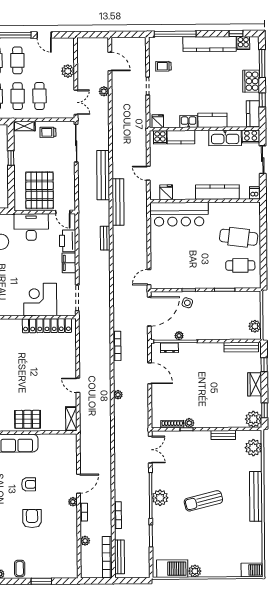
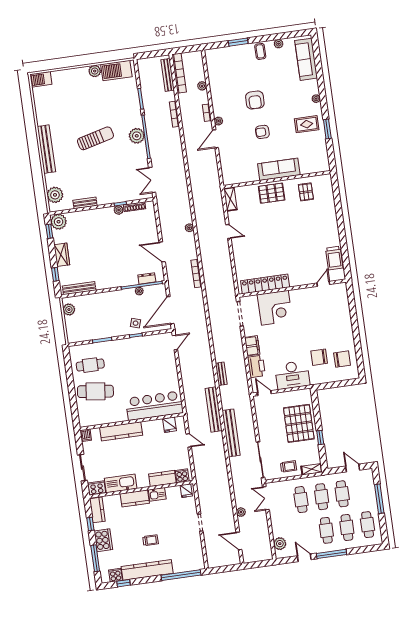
trolley: (163, 66) -> (151, 540), moved
plant: (68, 71) -> (280, 544), moved
pallet: (39, 190) -> (299, 423), moved

